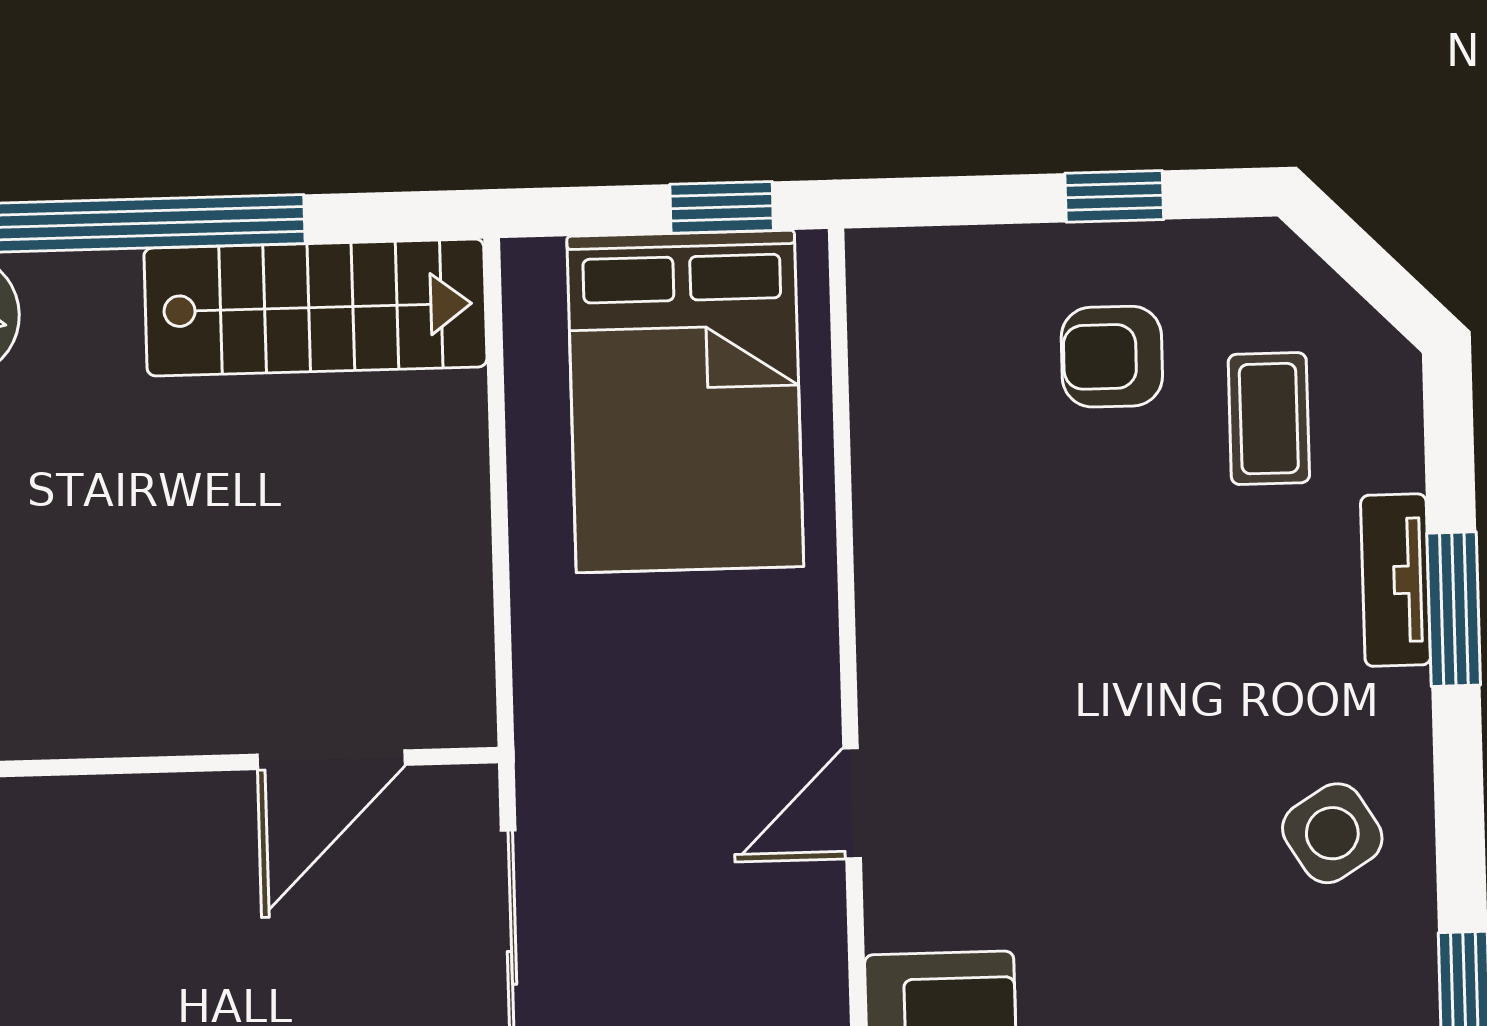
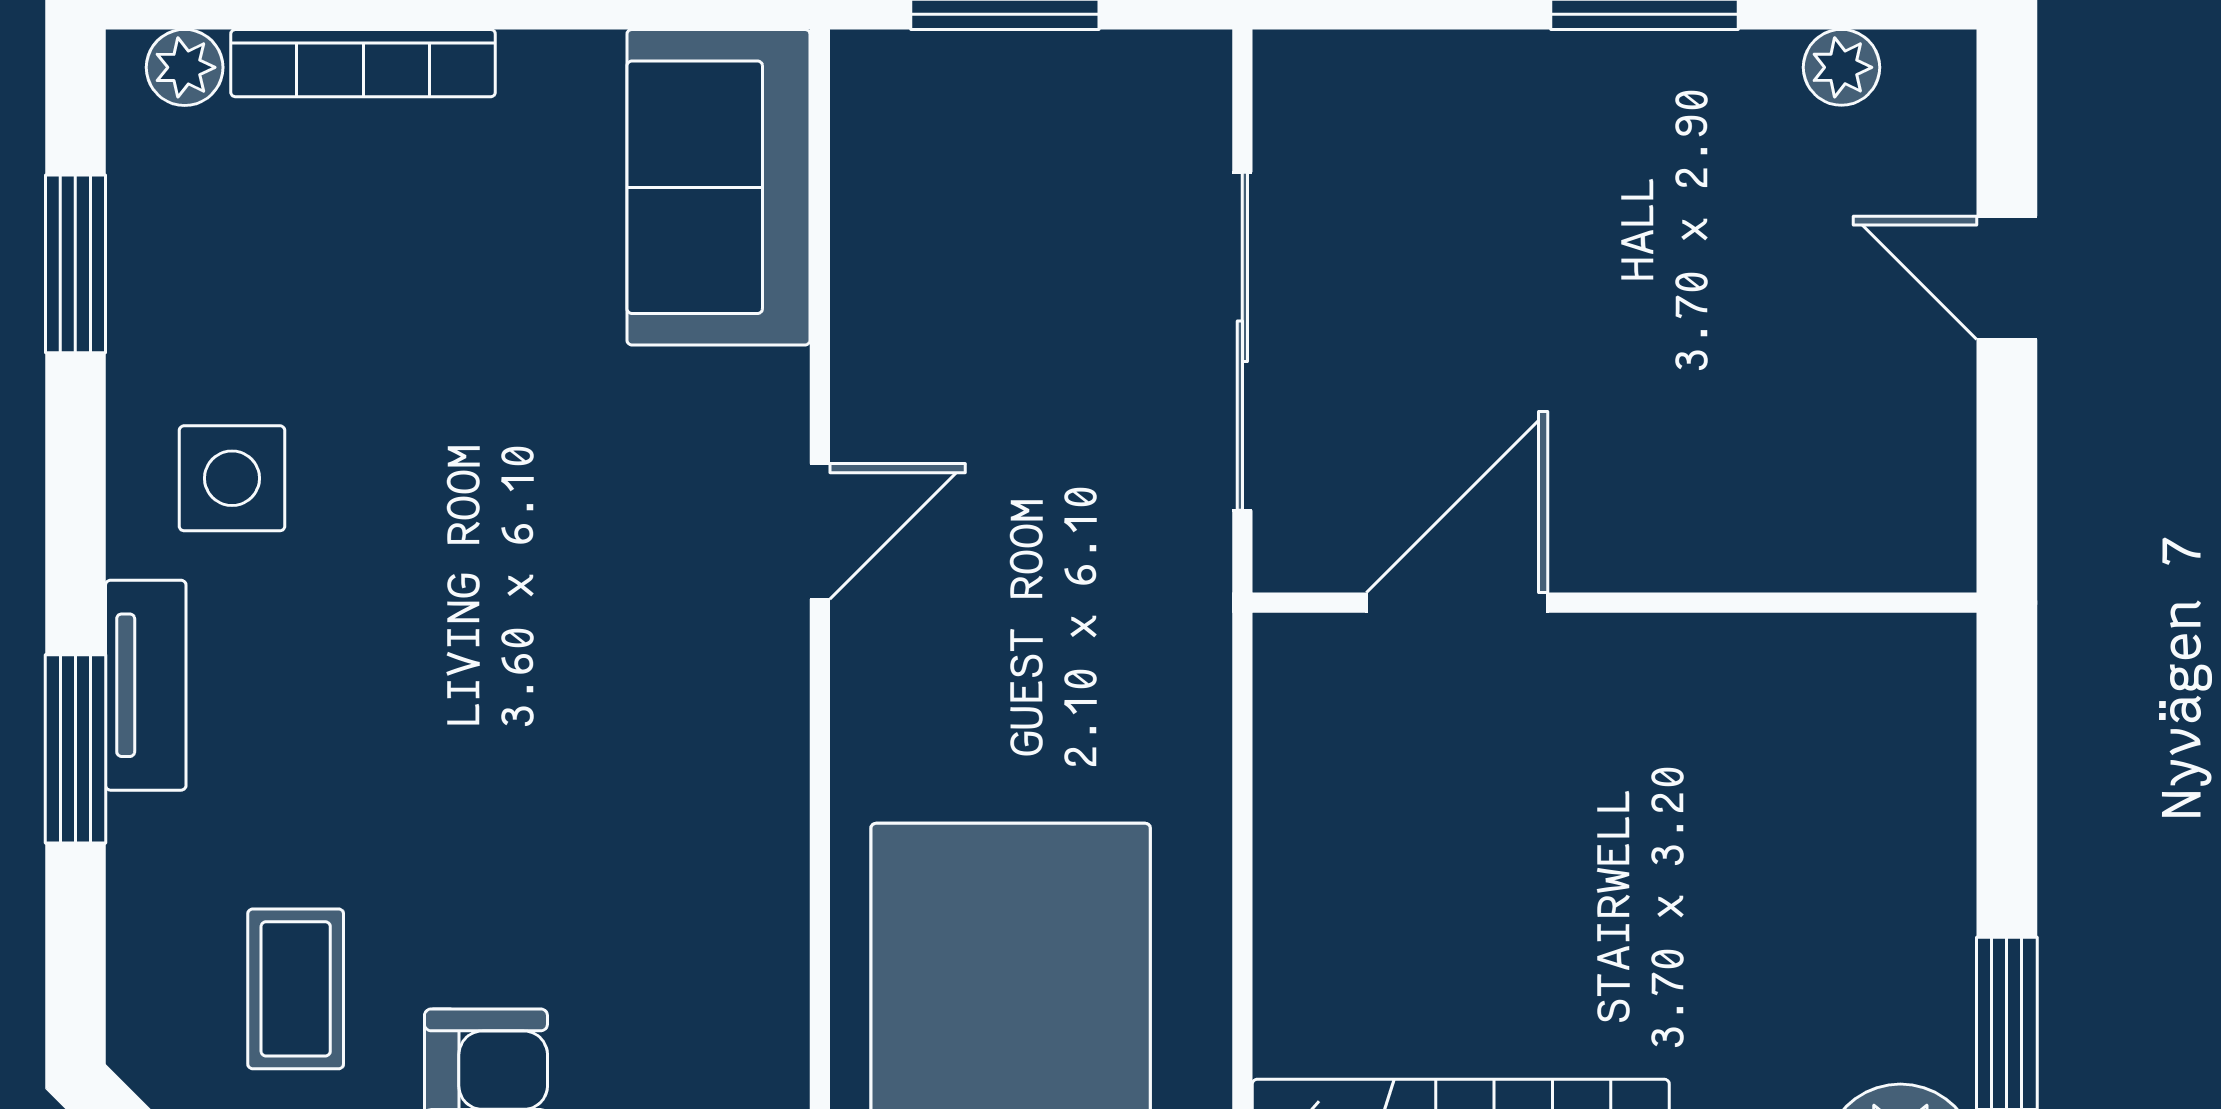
tv unit: (1396, 580) -> (146, 685), moved
side table: (1332, 833) -> (232, 478), turned 32

